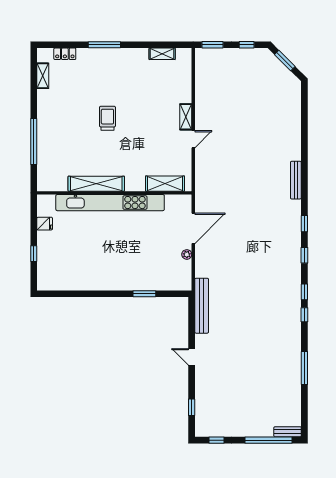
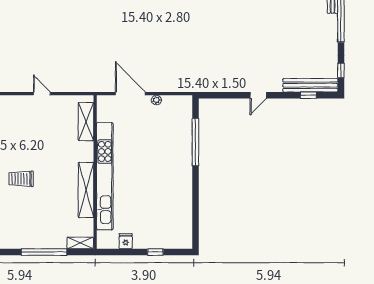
shelving: (186, 117) -> (80, 243), moved
window: (144, 294) -> (195, 142), width x2.11
bench: (202, 306) -> (310, 85), moved

